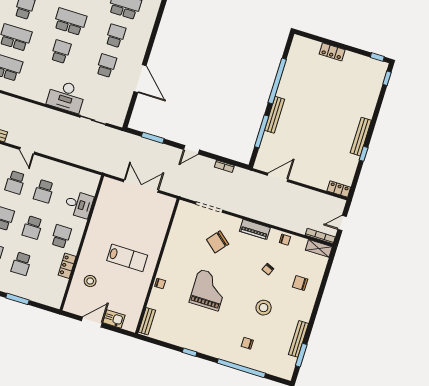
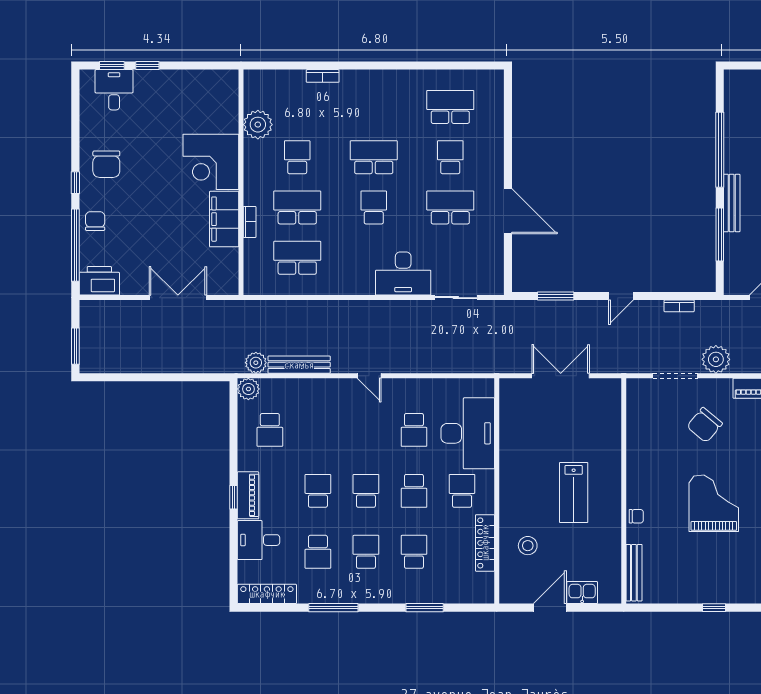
school desk: (106, 66) -> (450, 207), width x1.85
school desk: (15, 182) -> (366, 430), removed
desk: (79, 204) -> (468, 433), width x1.87, depth x1.30
plant: (236, 205) -> (716, 359), added
lab bench: (127, 258) -> (574, 493), turned 90
school desk: (21, 264) -> (414, 552), turned 180
locker: (67, 266) -> (485, 543), width x1.53
bench: (147, 321) -> (634, 573), width x1.36

